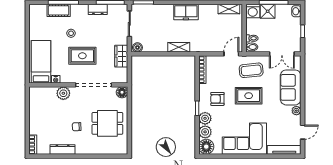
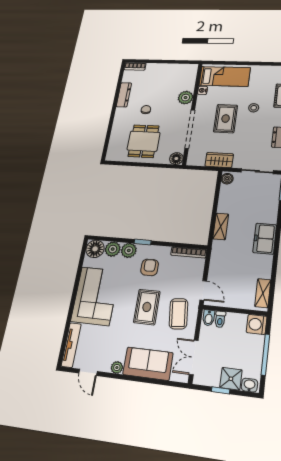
shower: (268, 11) -> (231, 379), moved

